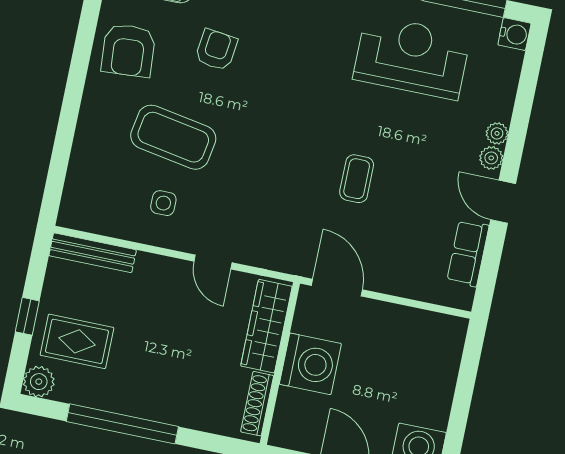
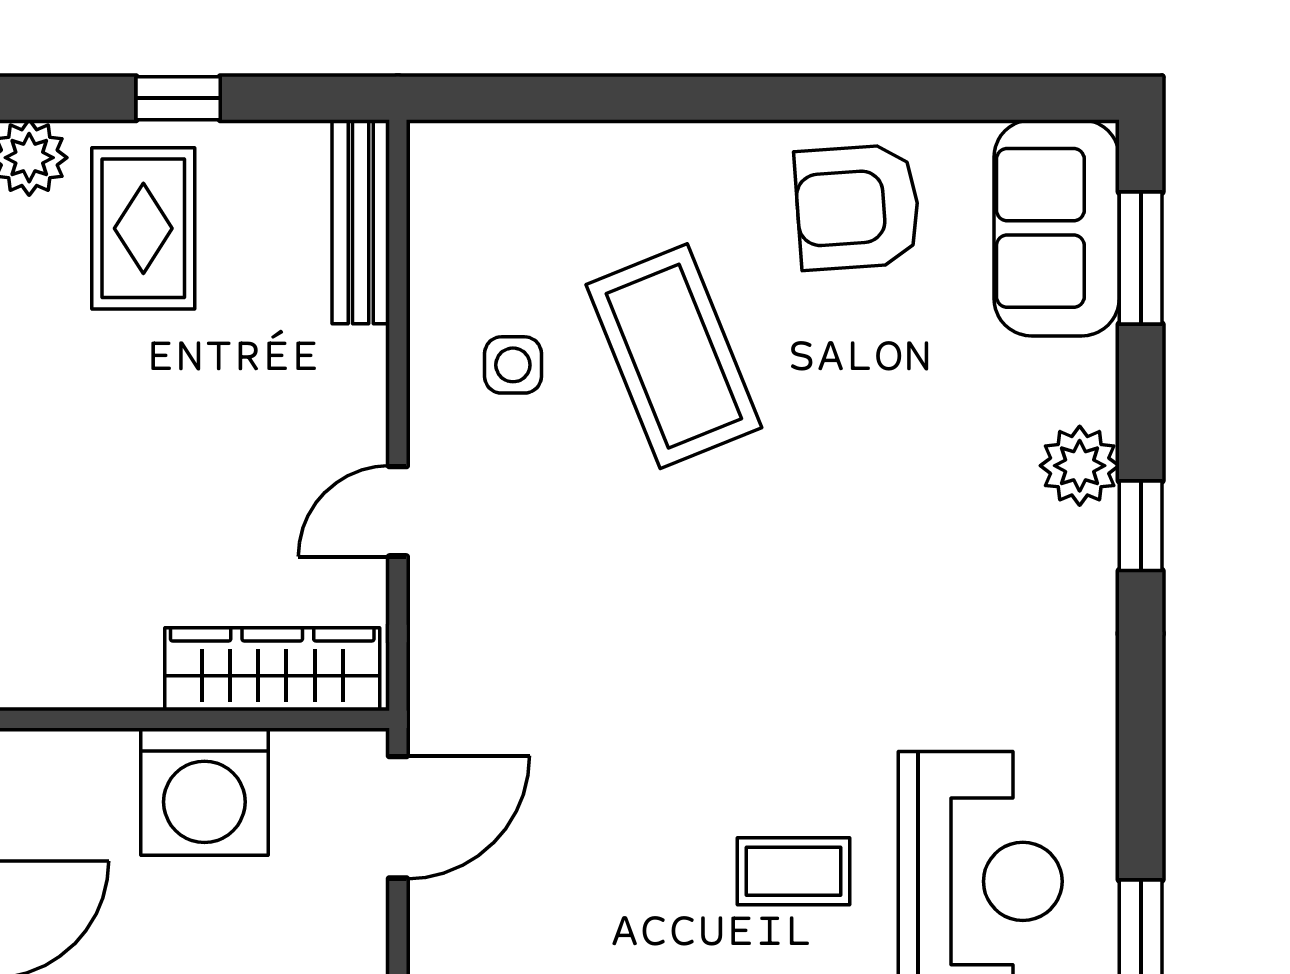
armchair: (216, 50) -> (902, 415), removed
coffee table: (173, 137) -> (674, 356), turned -32
coffee table: (357, 179) -> (794, 871), moved
shoe rack: (257, 404) -> (84, 685), removed

